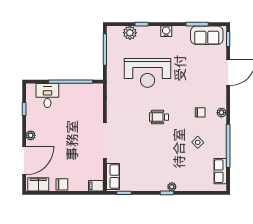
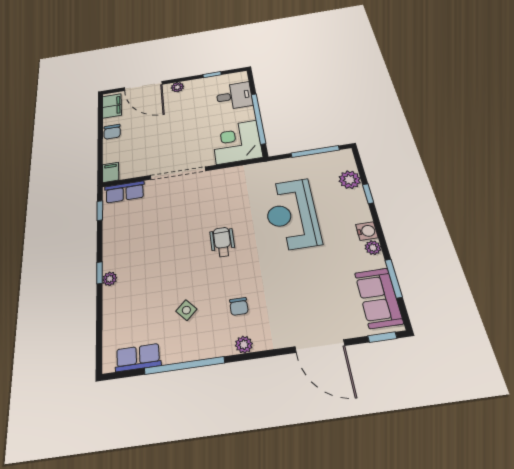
plant: (177, 31) -> (373, 248), added
corner desk: (88, 99) -> (237, 142), added

